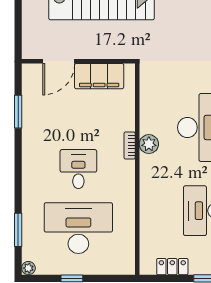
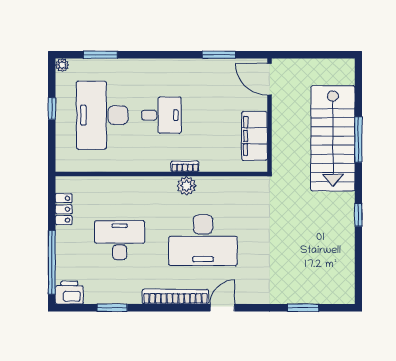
door: (59, 61) -> (269, 79), moved
desk: (78, 228) -> (102, 115), turned 180

